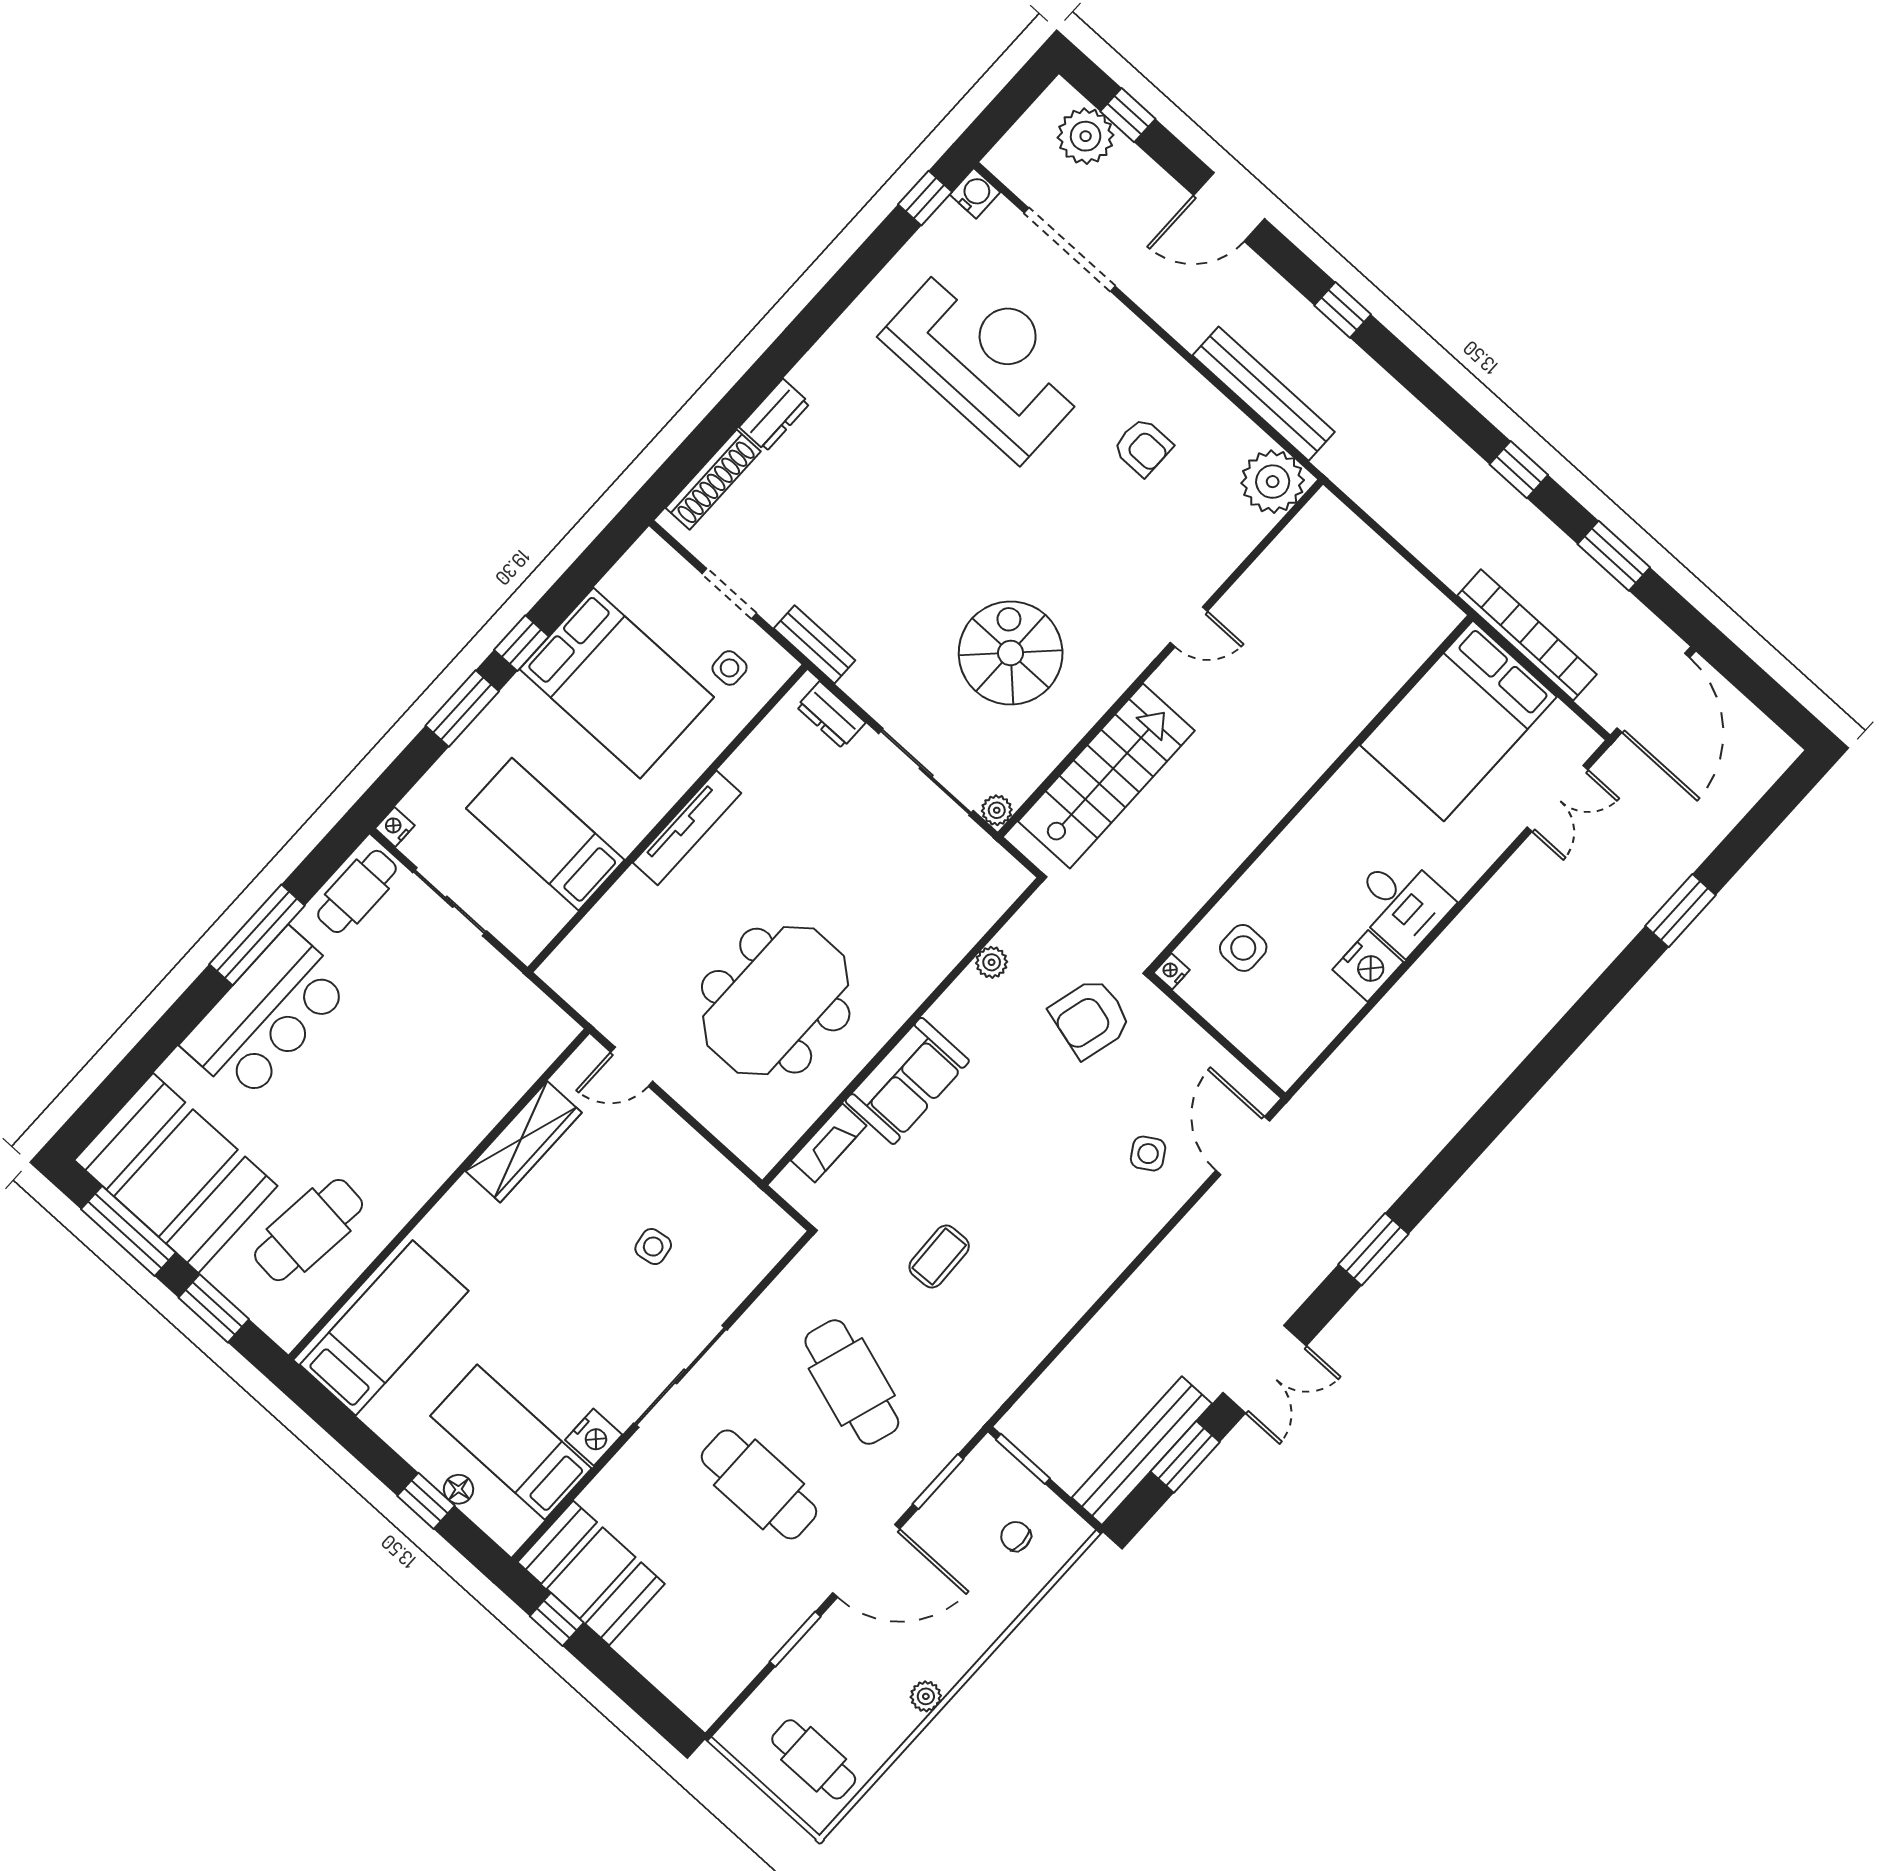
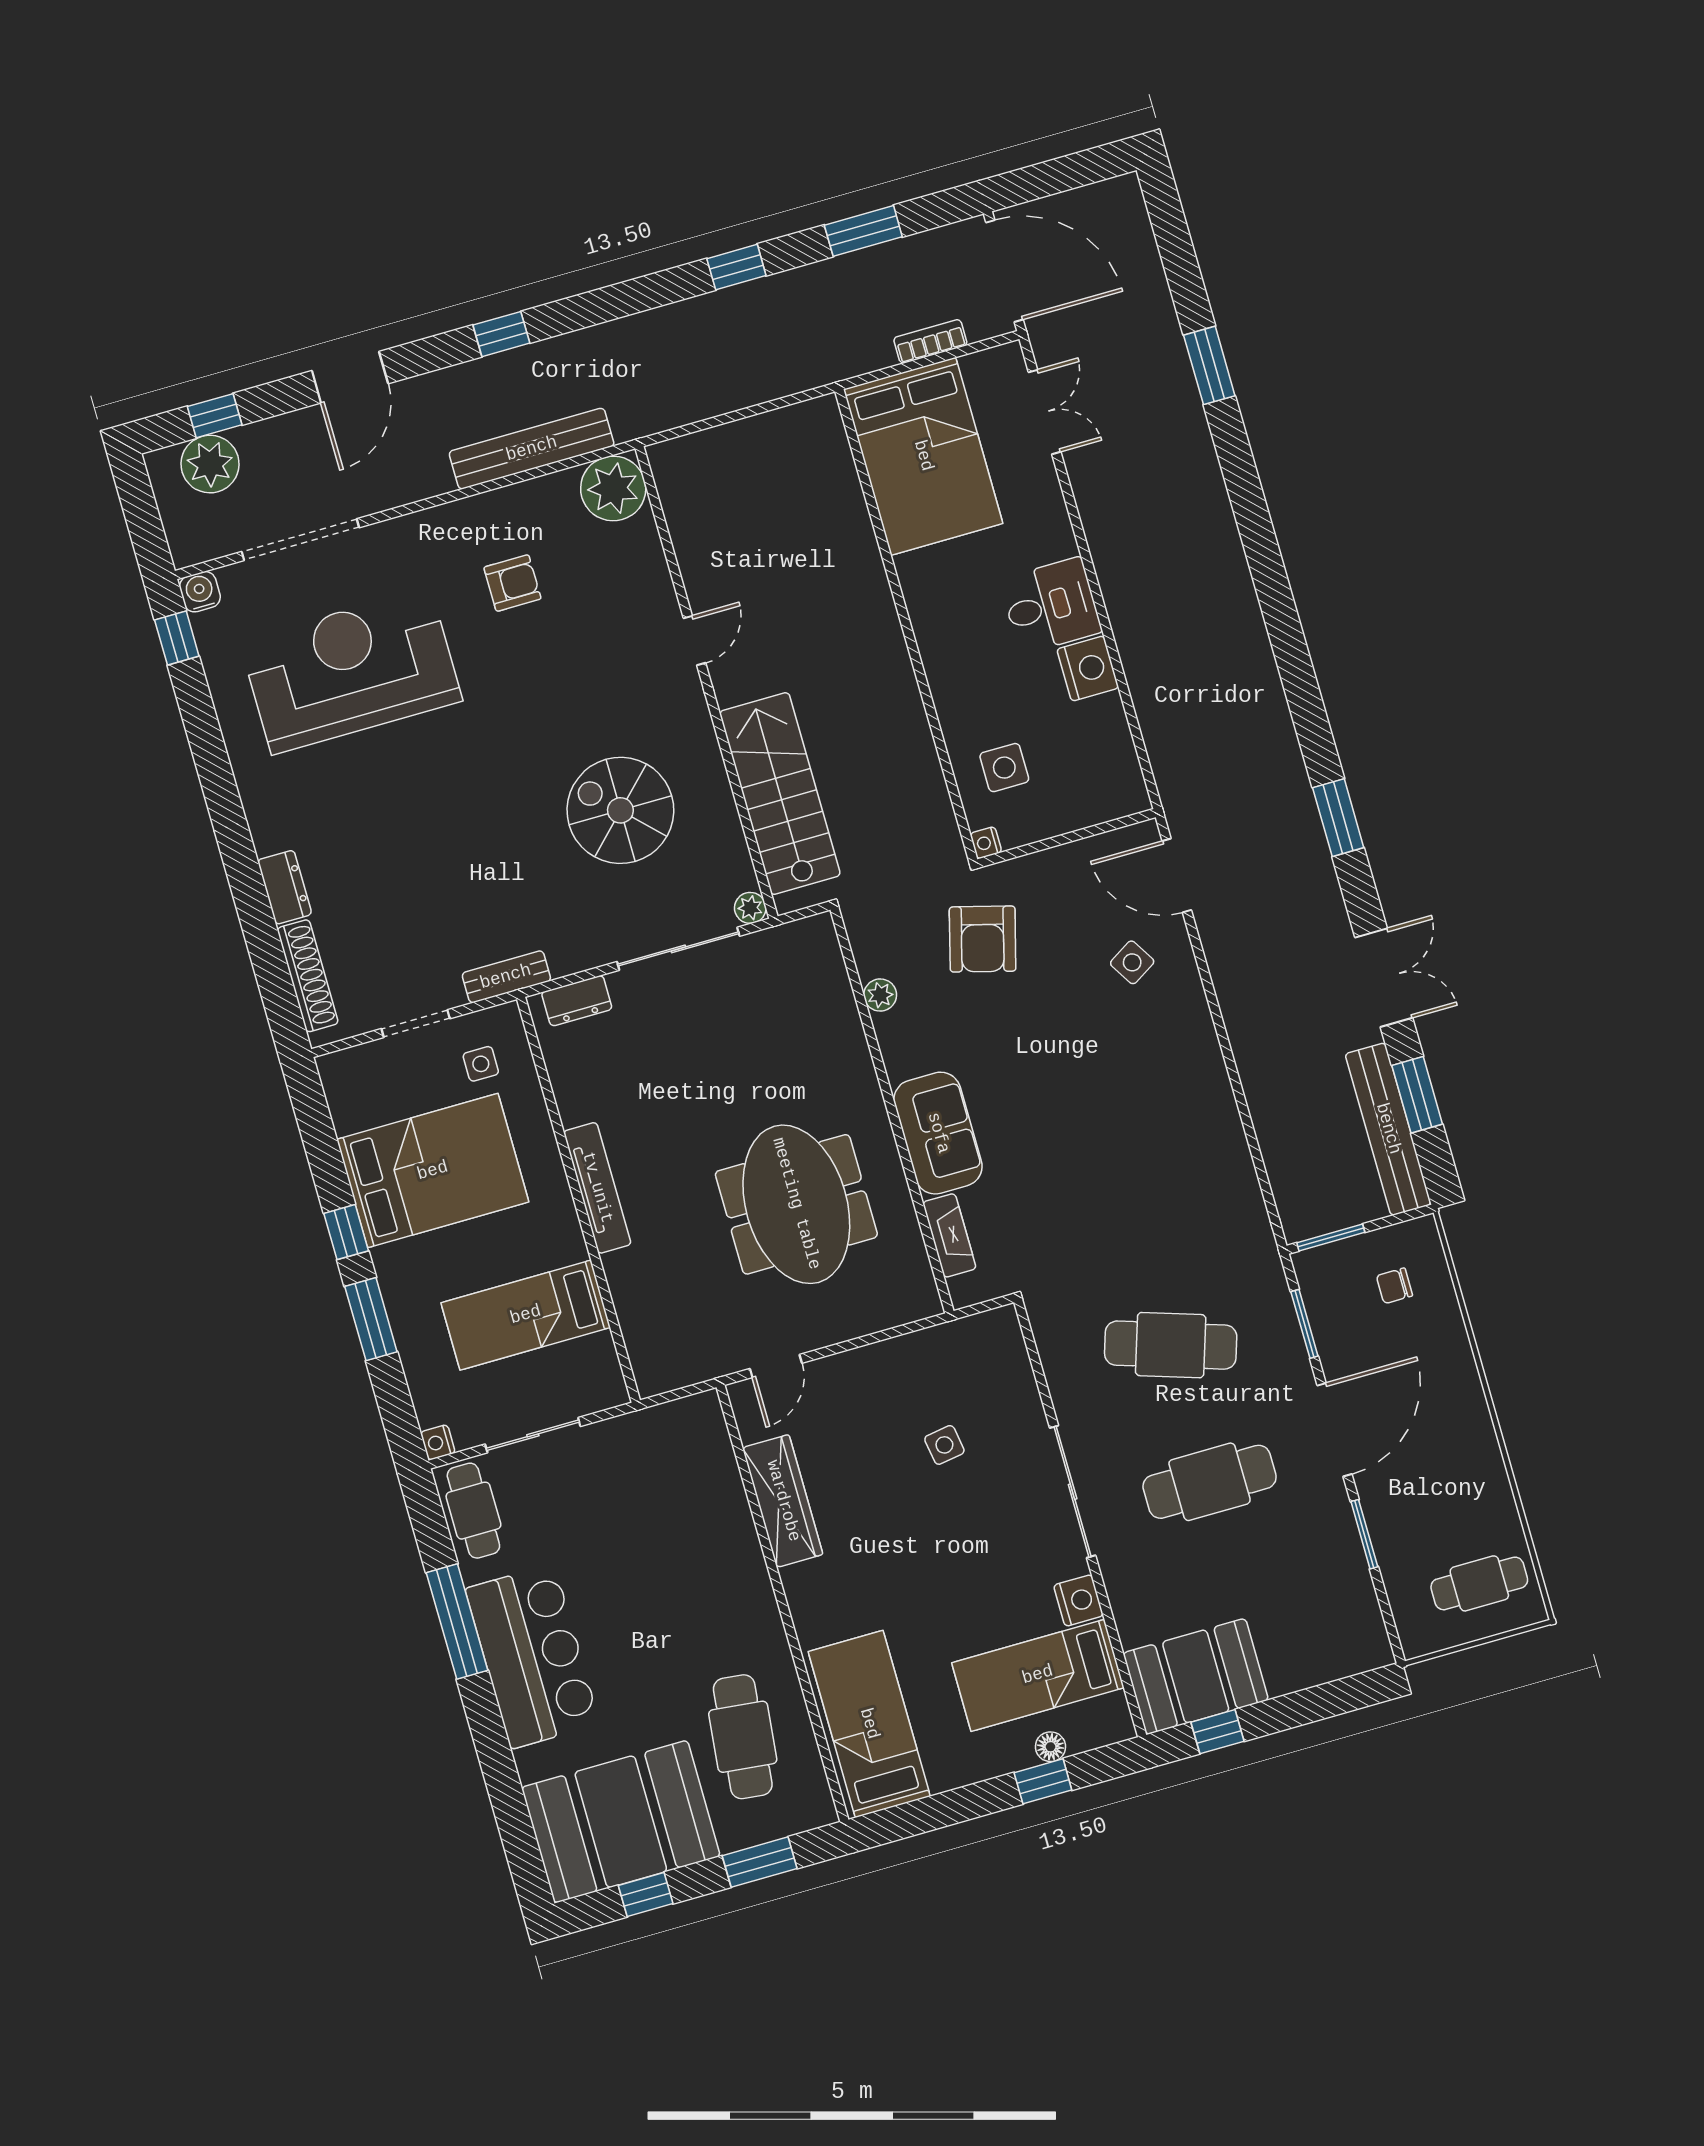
bookcase: (1527, 635) -> (930, 341), width x0.43, depth x0.76
window: (128, 1231) -> (646, 1895), width x0.46
coffee table: (939, 1256) -> (1108, 1201), removed
plant: (926, 1696) -> (1485, 1451), removed

